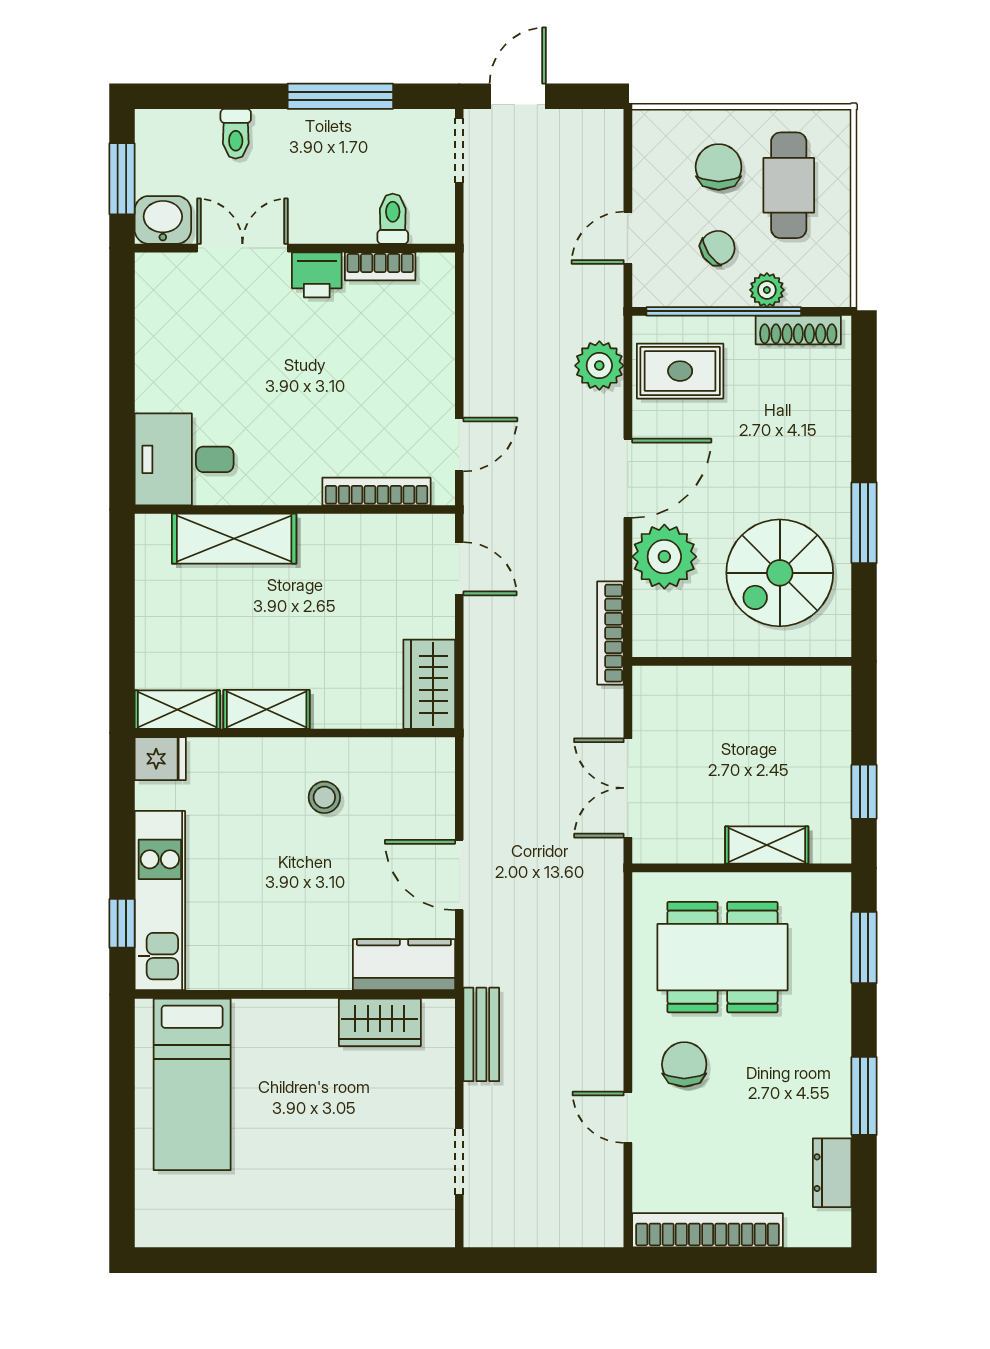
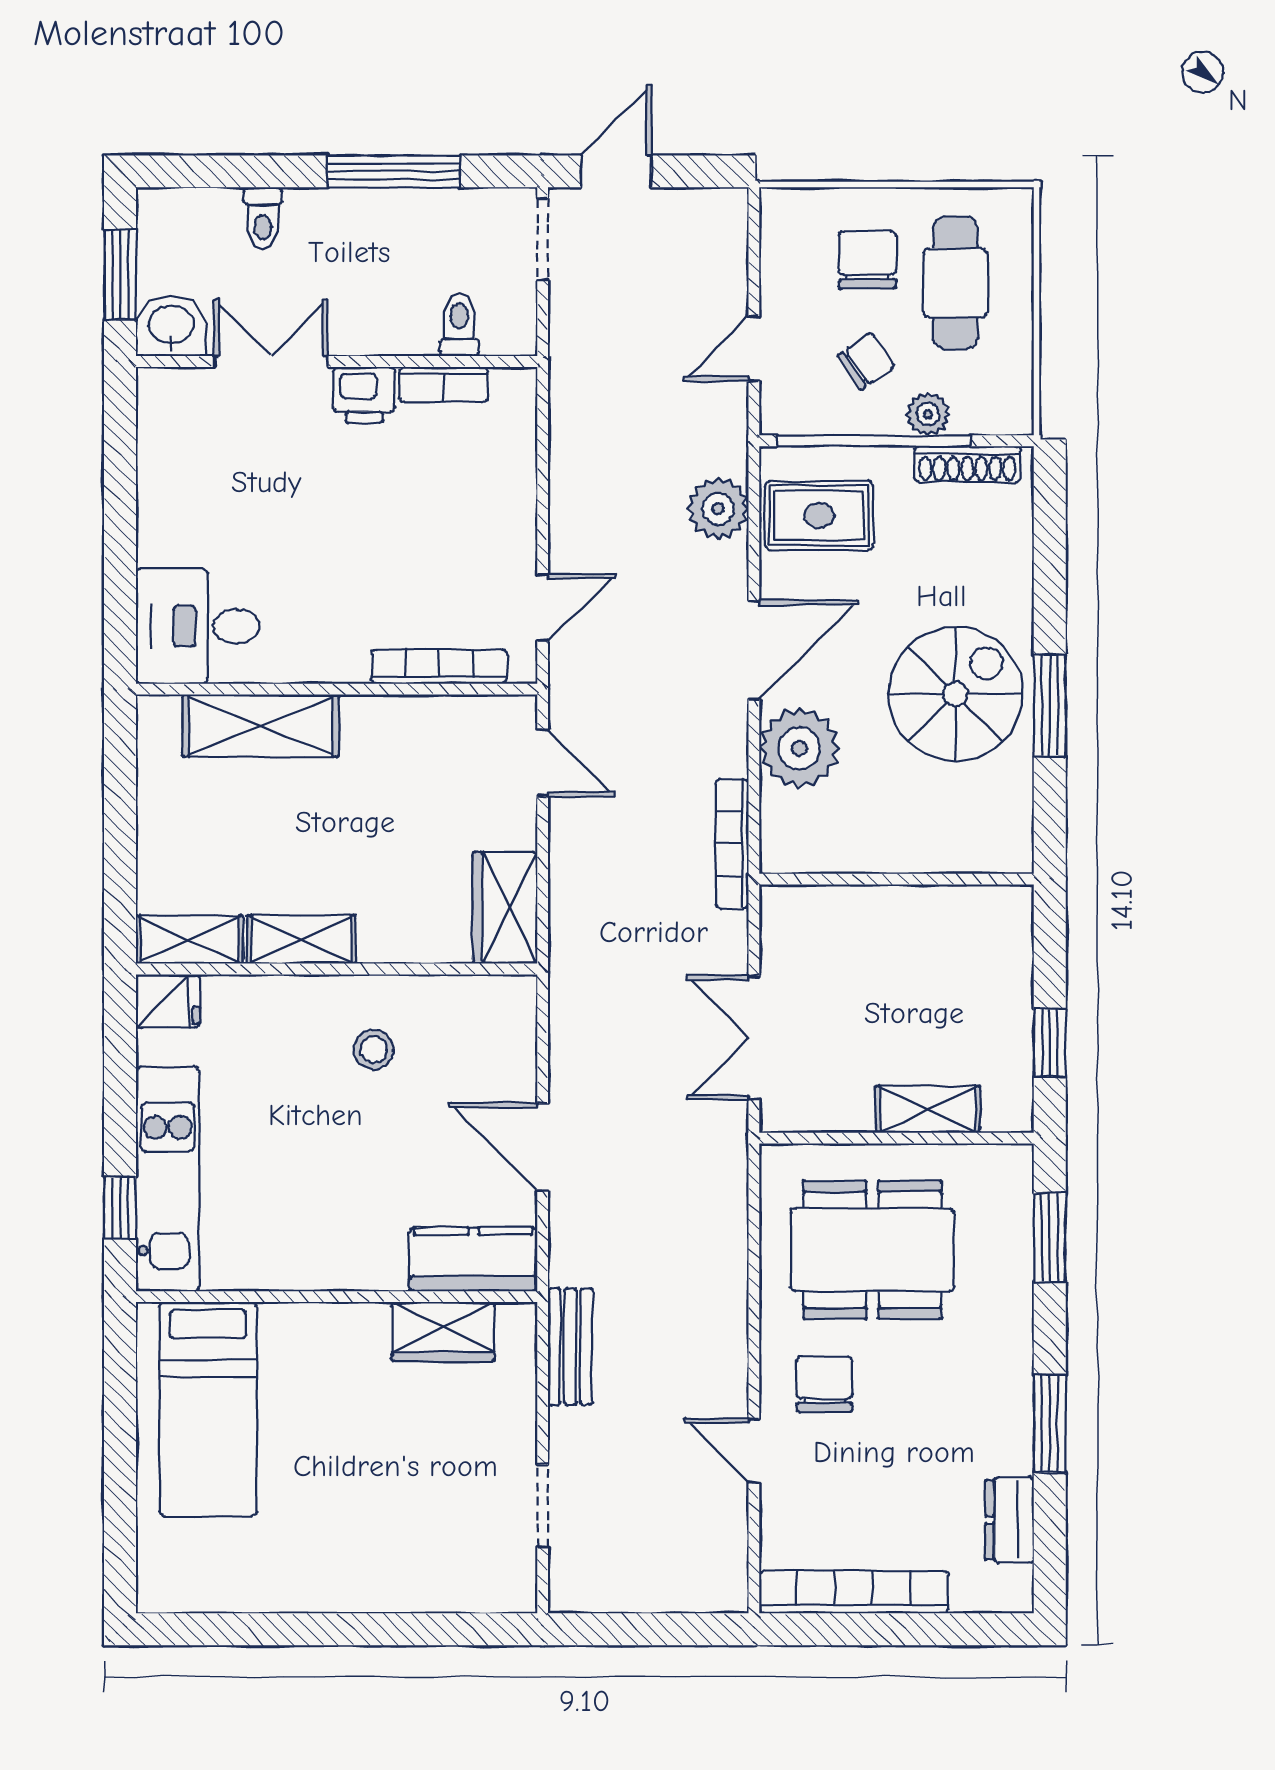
spiral stairs: (780, 573) -> (956, 694), moved, turned 180

